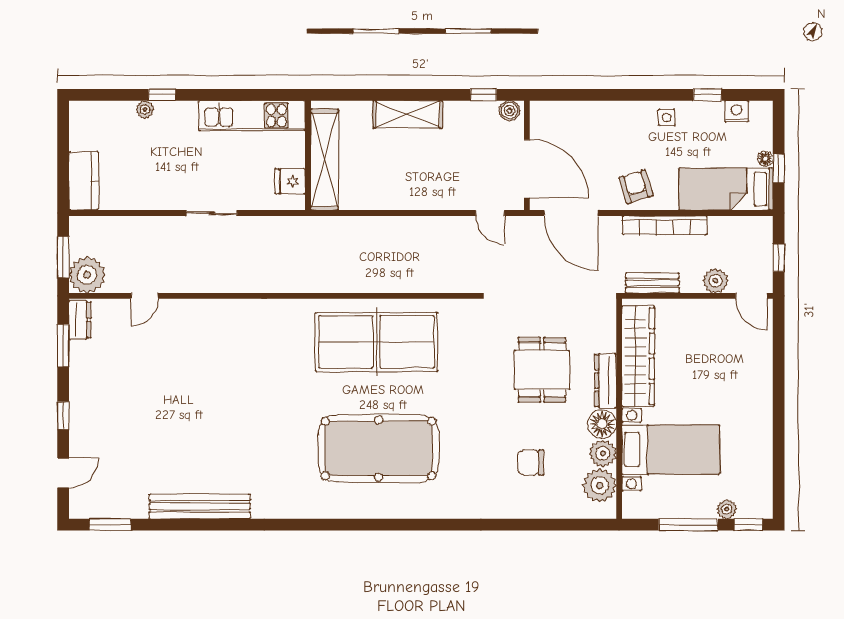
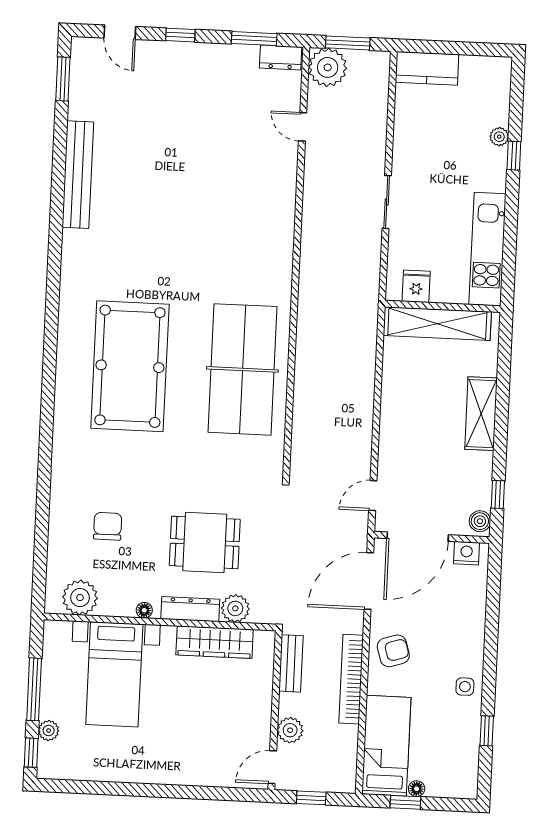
nightstand: (737, 111) -> (467, 553), moved, turned -90
wardrobe: (638, 356) -> (215, 642), width x0.71, depth x0.85
floor lamp: (602, 424) -> (144, 610), width x0.53, depth x0.53
plant: (603, 453) -> (235, 608), moved

